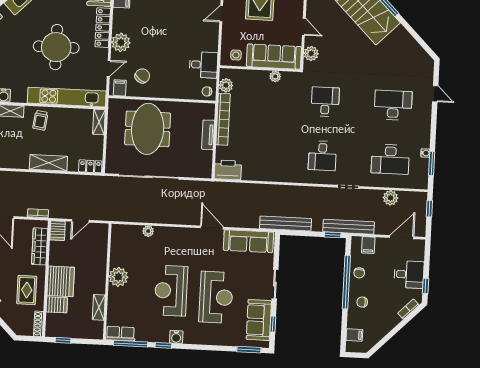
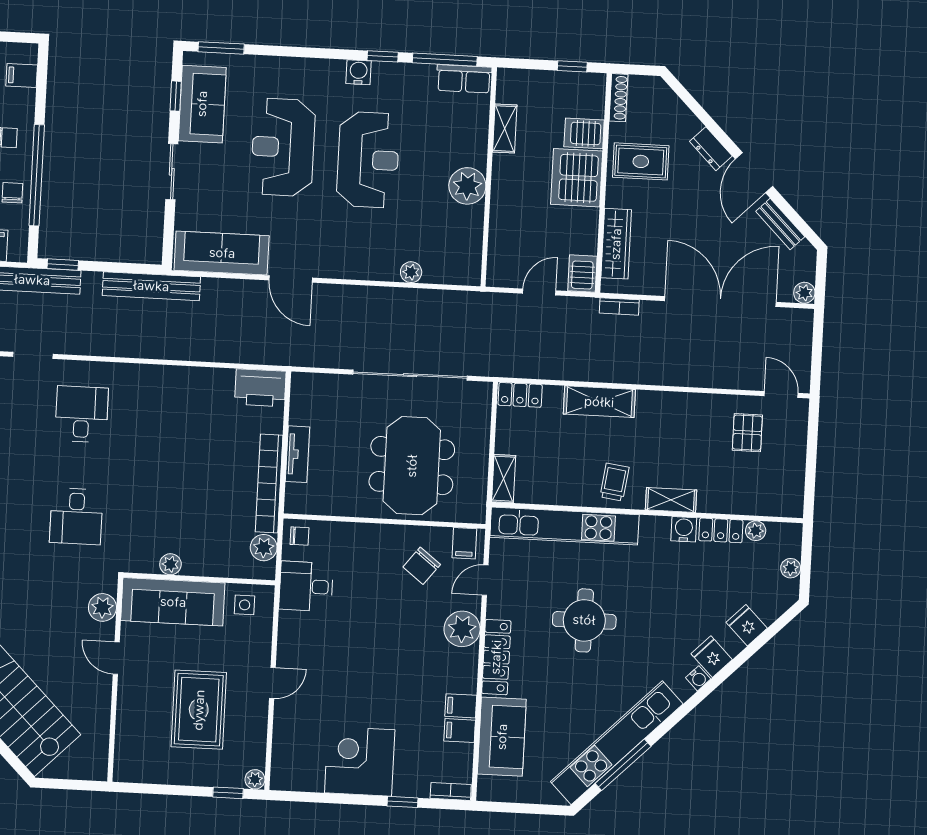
round table: (56, 47) -> (584, 620), width x0.73, depth x0.73
rug: (27, 290) -> (641, 161), turned 90

